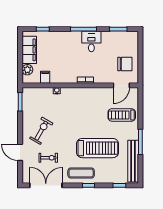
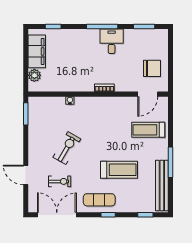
filing cabinet: (45, 77) -> (56, 84), removed
exercise bike: (41, 131) -> (67, 148), moved
treadmill: (98, 148) -> (119, 170), width x0.73, depth x0.73

